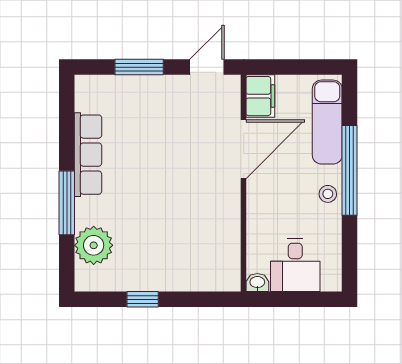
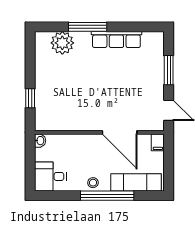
filing cabinet: (260, 96) -> (158, 142), width x0.50
desk: (295, 265) -> (50, 176), moved
window: (143, 299) -> (30, 98), moved

